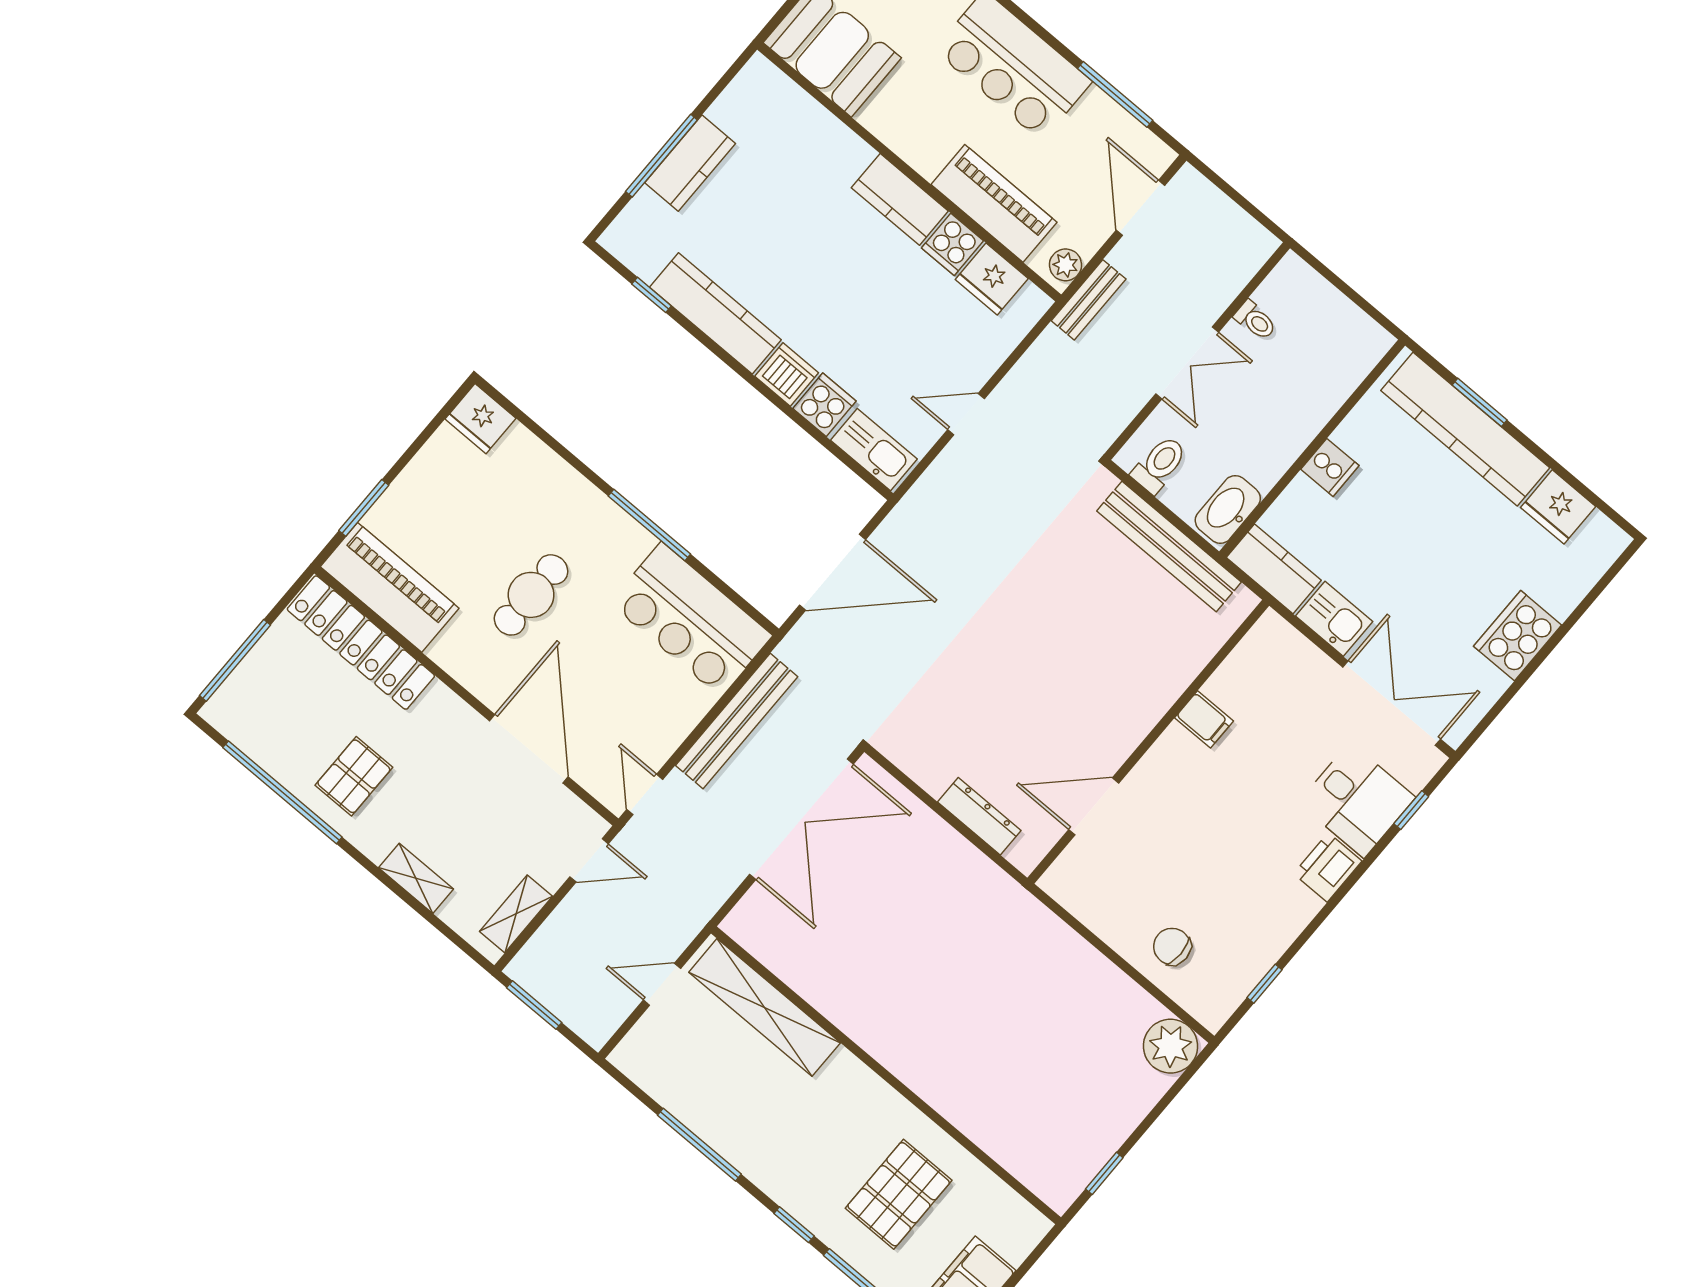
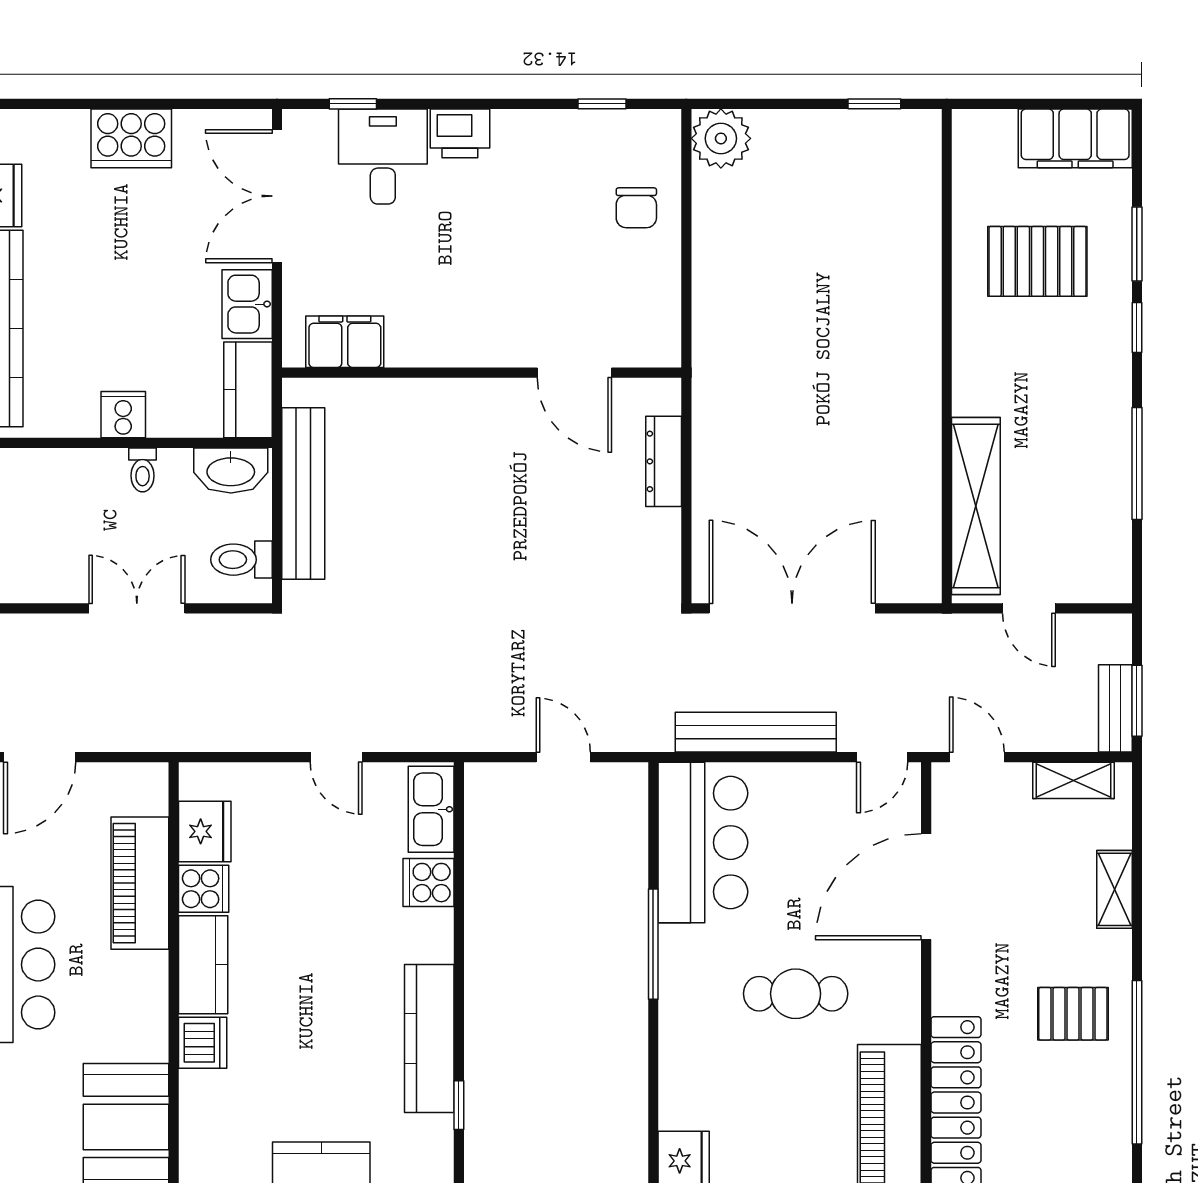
plant: (1065, 265) -> (141, 780), removed
bench: (1089, 300) -> (1115, 708), moved, turned 90
toilet: (1255, 320) -> (143, 470), moved, turned 180
dishwasher: (787, 375) -> (203, 1043), moved, turned 180
door: (832, 572) -> (563, 757), width x0.53
filing cabinet: (1204, 719) -> (345, 342), moved, width x2.00

